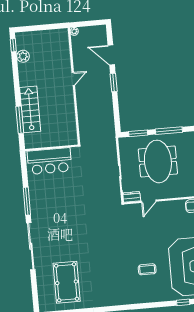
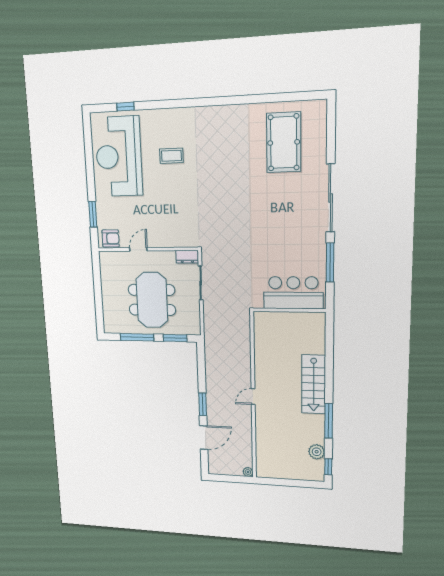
door: (111, 55) -> (204, 438), hinge flipped
door: (73, 79) -> (253, 396), moved
window: (20, 120) -> (329, 421), moved
wall: (52, 148) -> (289, 310), moved
bar counter: (50, 161) -> (293, 293), moved
door: (149, 201) -> (138, 249), moved

